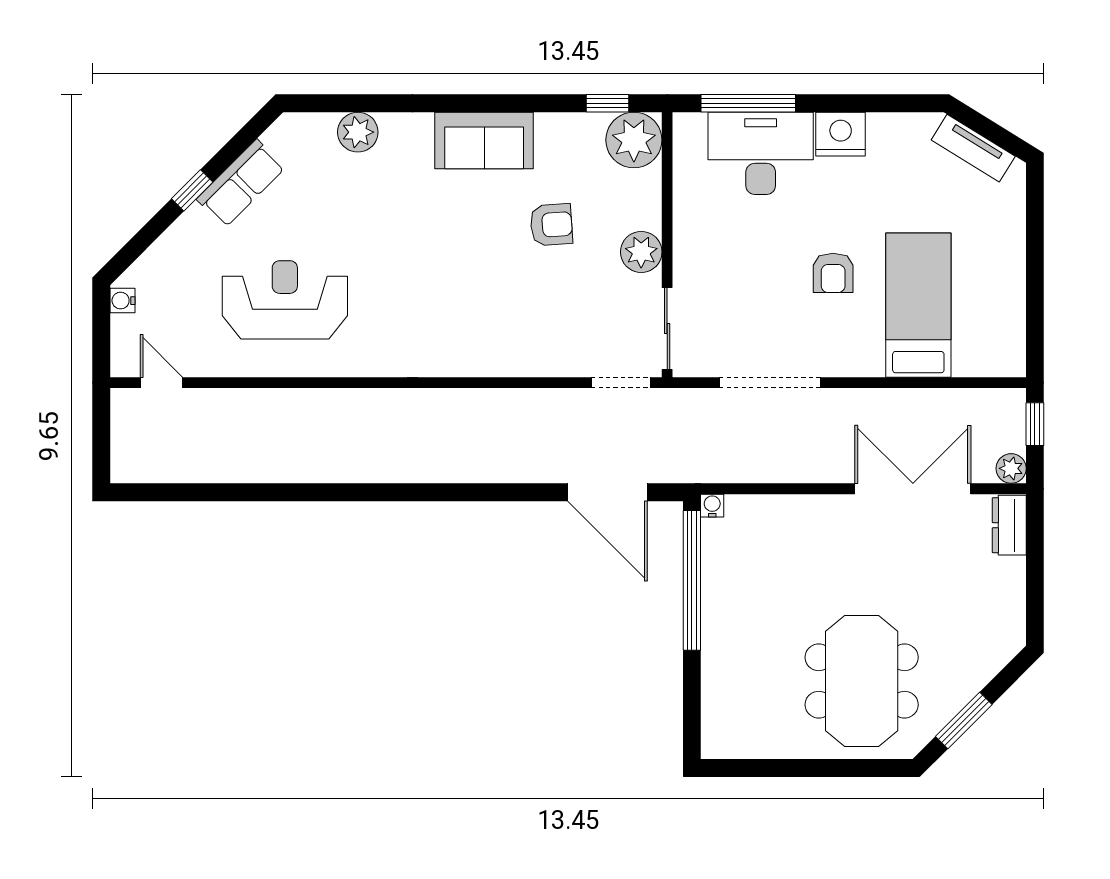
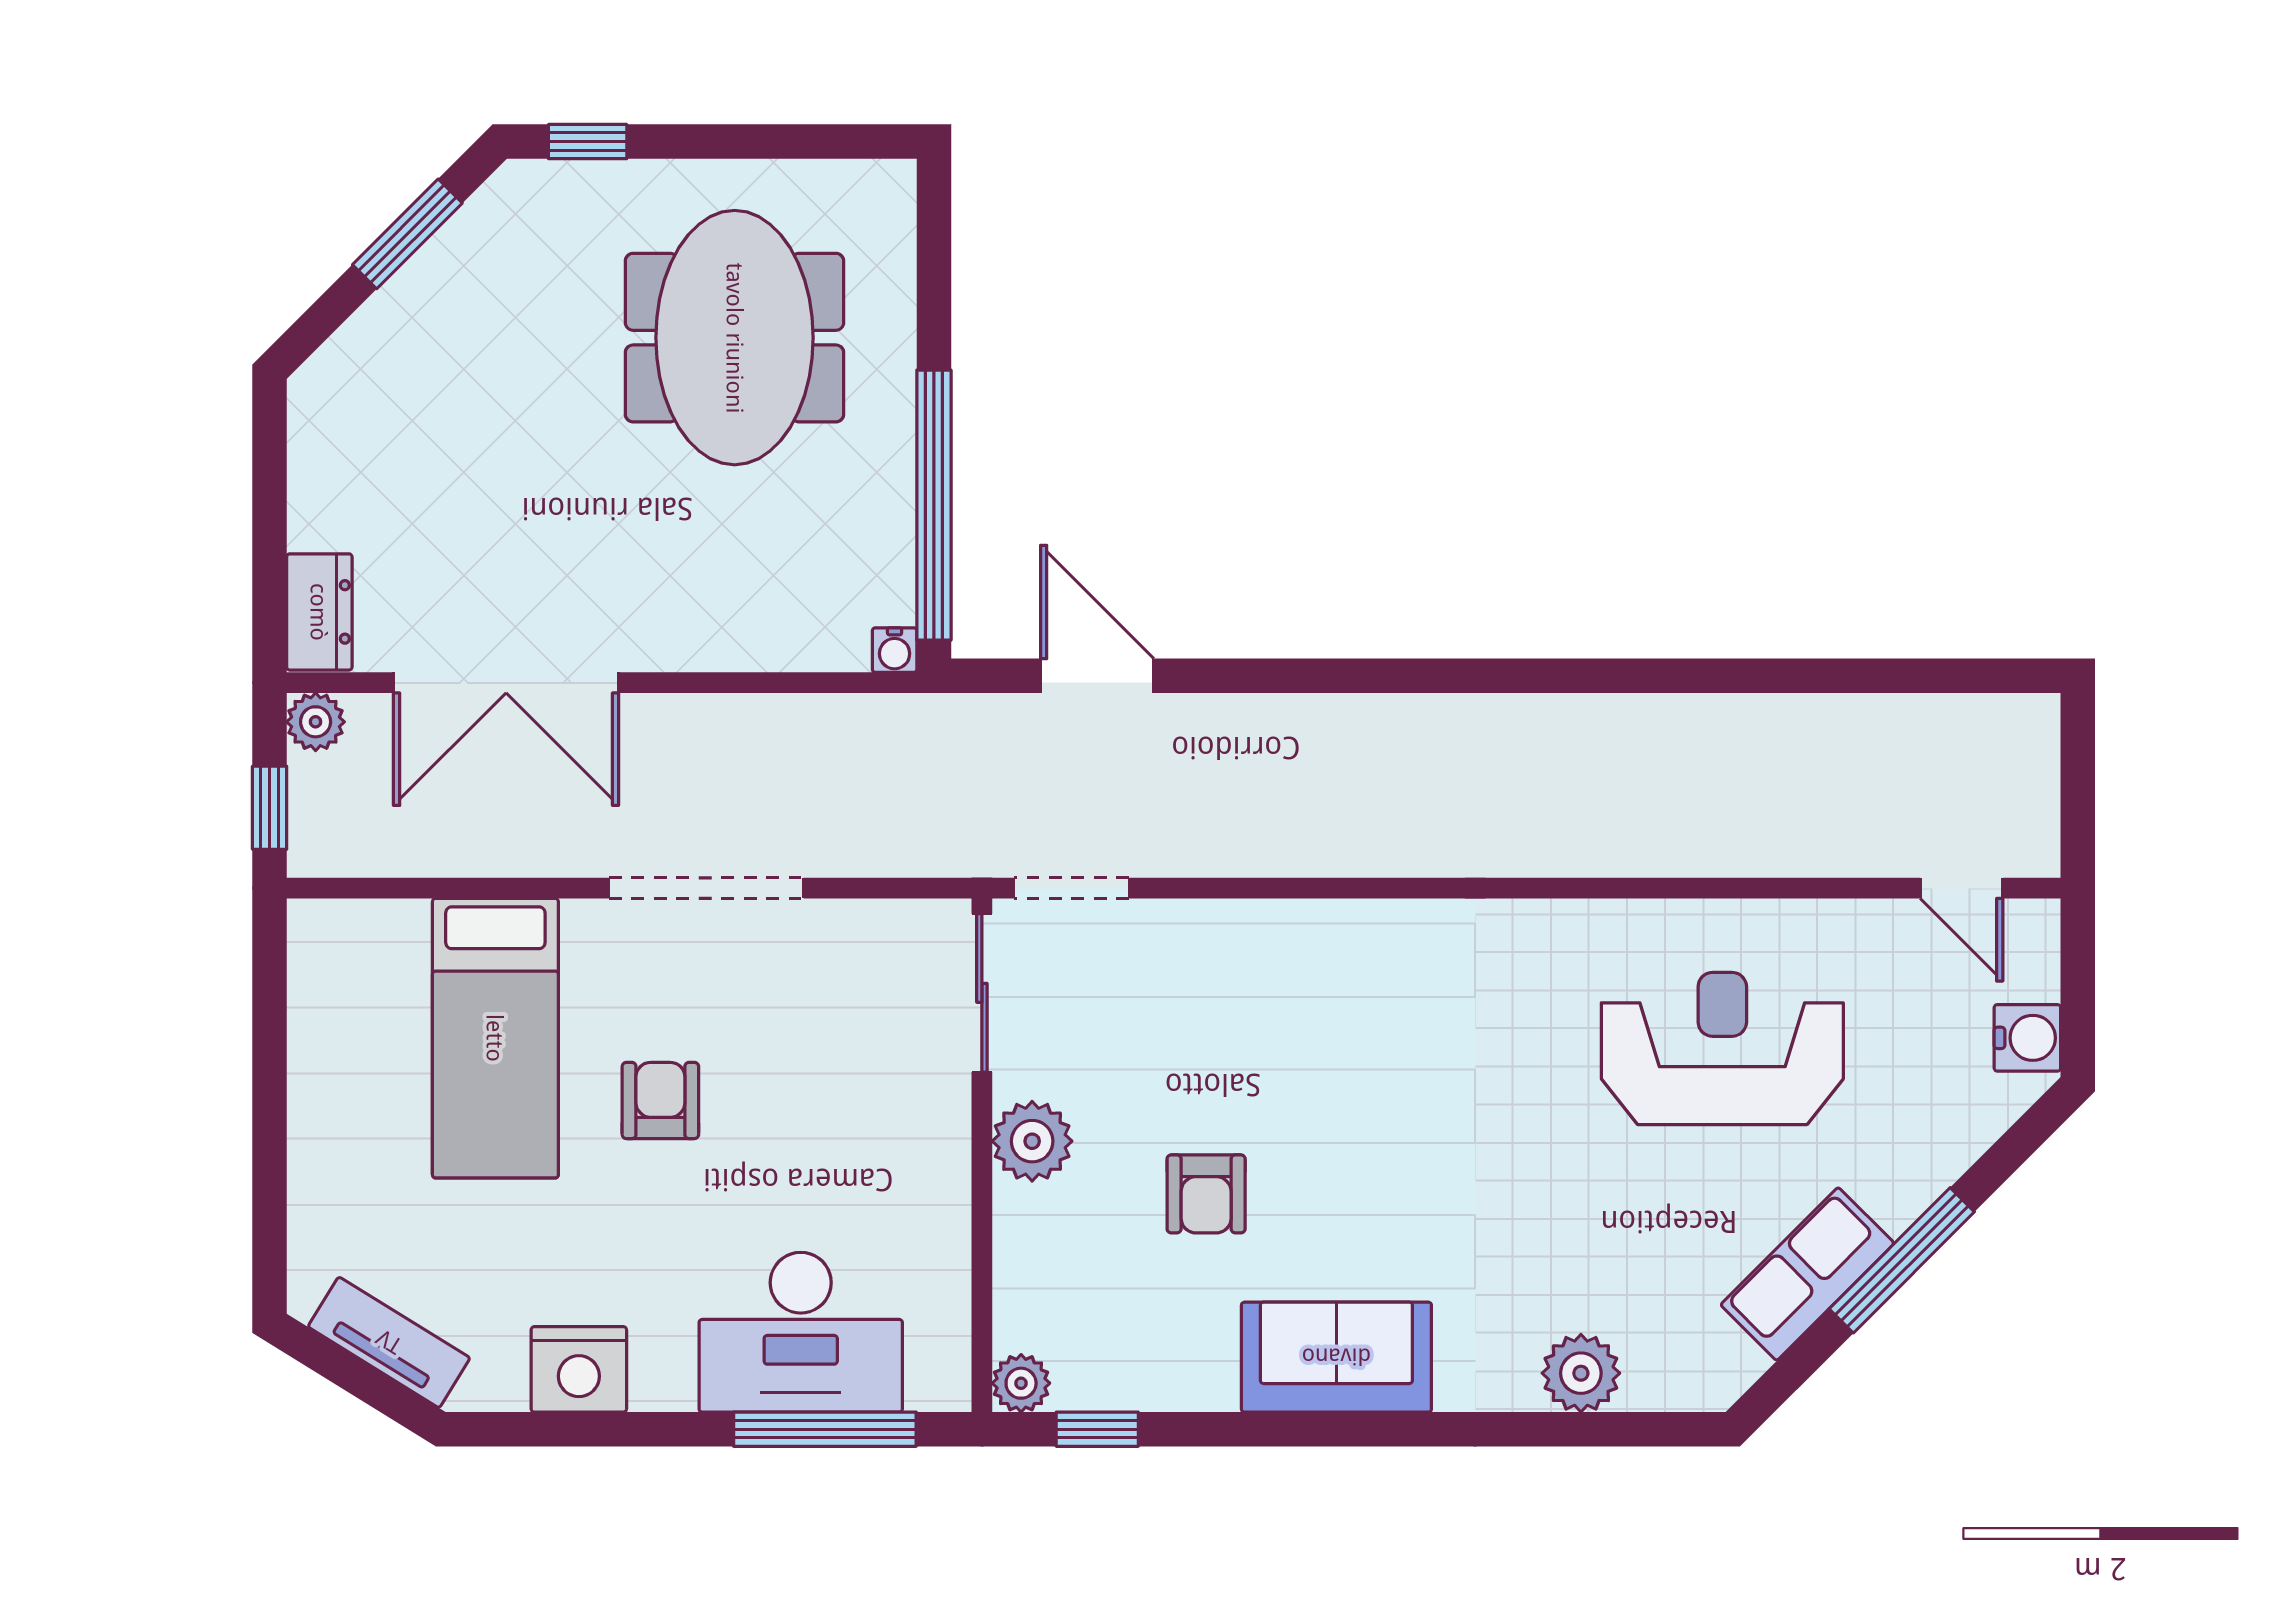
nightstand: (841, 134) -> (579, 1369), moved
plant: (634, 140) -> (1021, 1383), width x0.53, depth x0.53
window: (192, 190) -> (1902, 1260), width x2.17
armchair: (551, 225) -> (1206, 1194), turned -86
reception desk: (285, 300) -> (1722, 1048), turned 180
water cooler: (123, 301) -> (2027, 1038), width x1.38, depth x1.38
doorway: (770, 383) -> (706, 888), moved
door: (608, 492) -> (1097, 676), width x0.73
meeting table: (862, 681) -> (735, 338), moved
window: (871, 768) -> (588, 142), added

